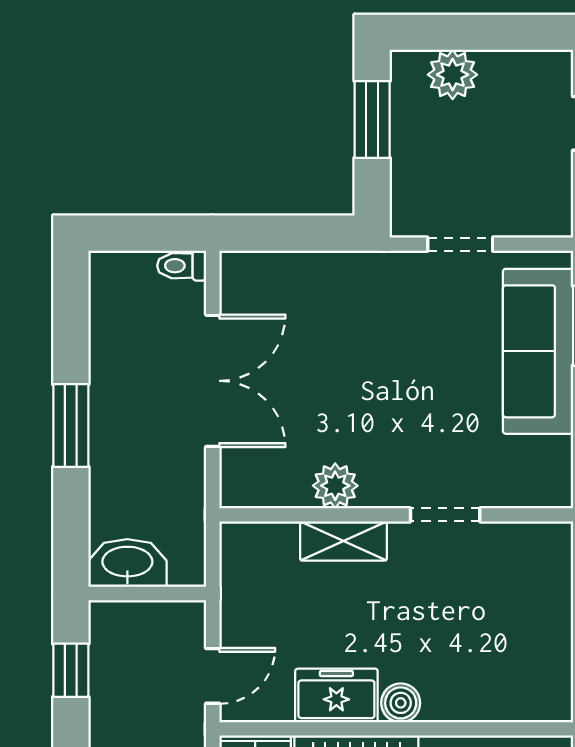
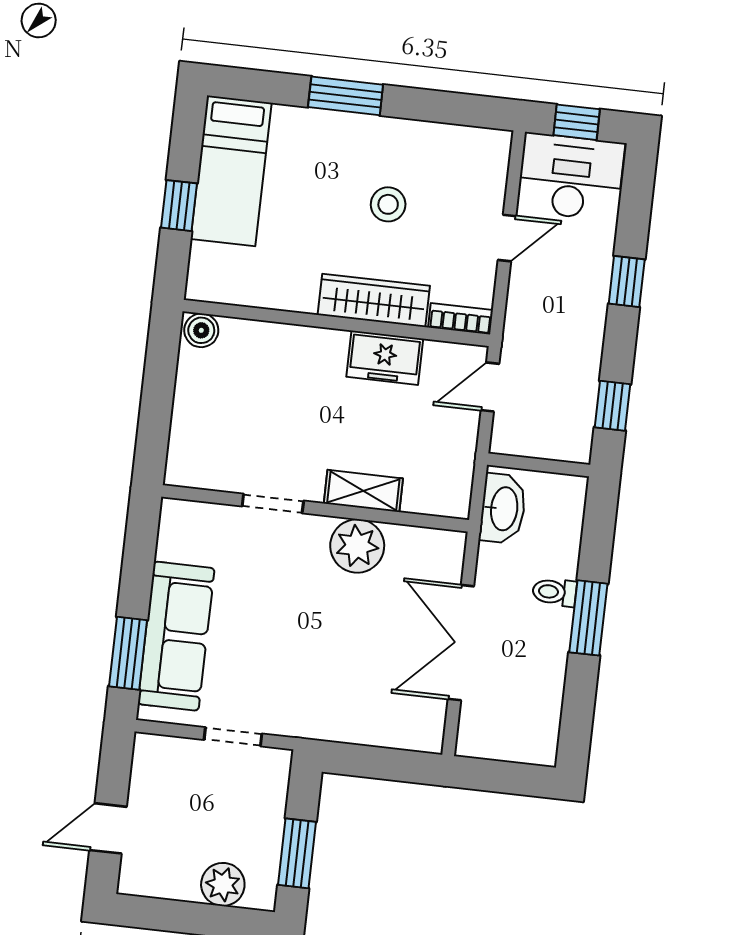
toilet: (182, 266) -> (554, 592), moved, turned 180
plant: (335, 486) -> (357, 546), width x1.36, depth x1.36
washbasin: (127, 563) -> (503, 509), moved, turned -90
boiler: (401, 703) -> (201, 330), moved

